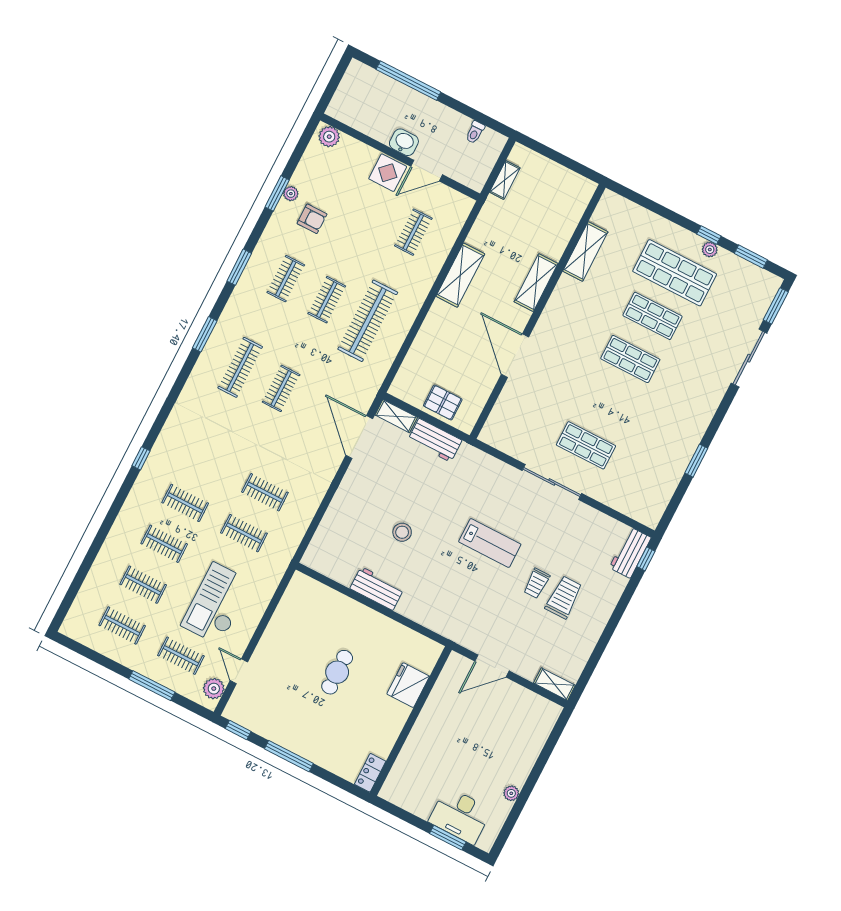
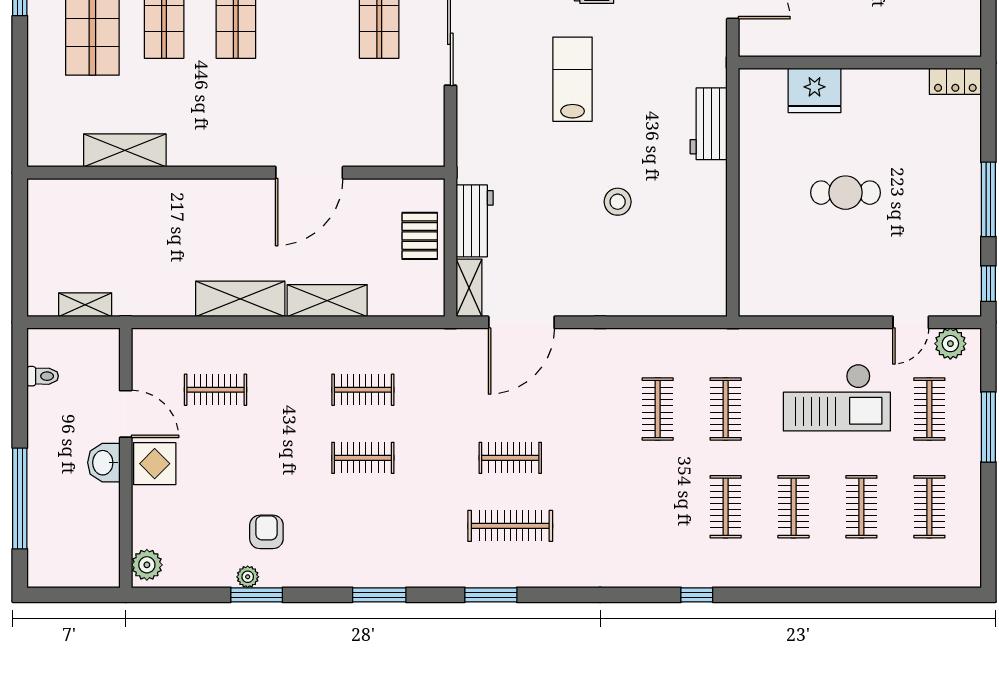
clothes rail: (286, 279) -> (363, 526), removed
shelving: (536, 283) -> (327, 301), moved
clothes rail: (368, 321) -> (363, 390), width x0.54, depth x0.76
workbench: (377, 589) -> (709, 124), moved

